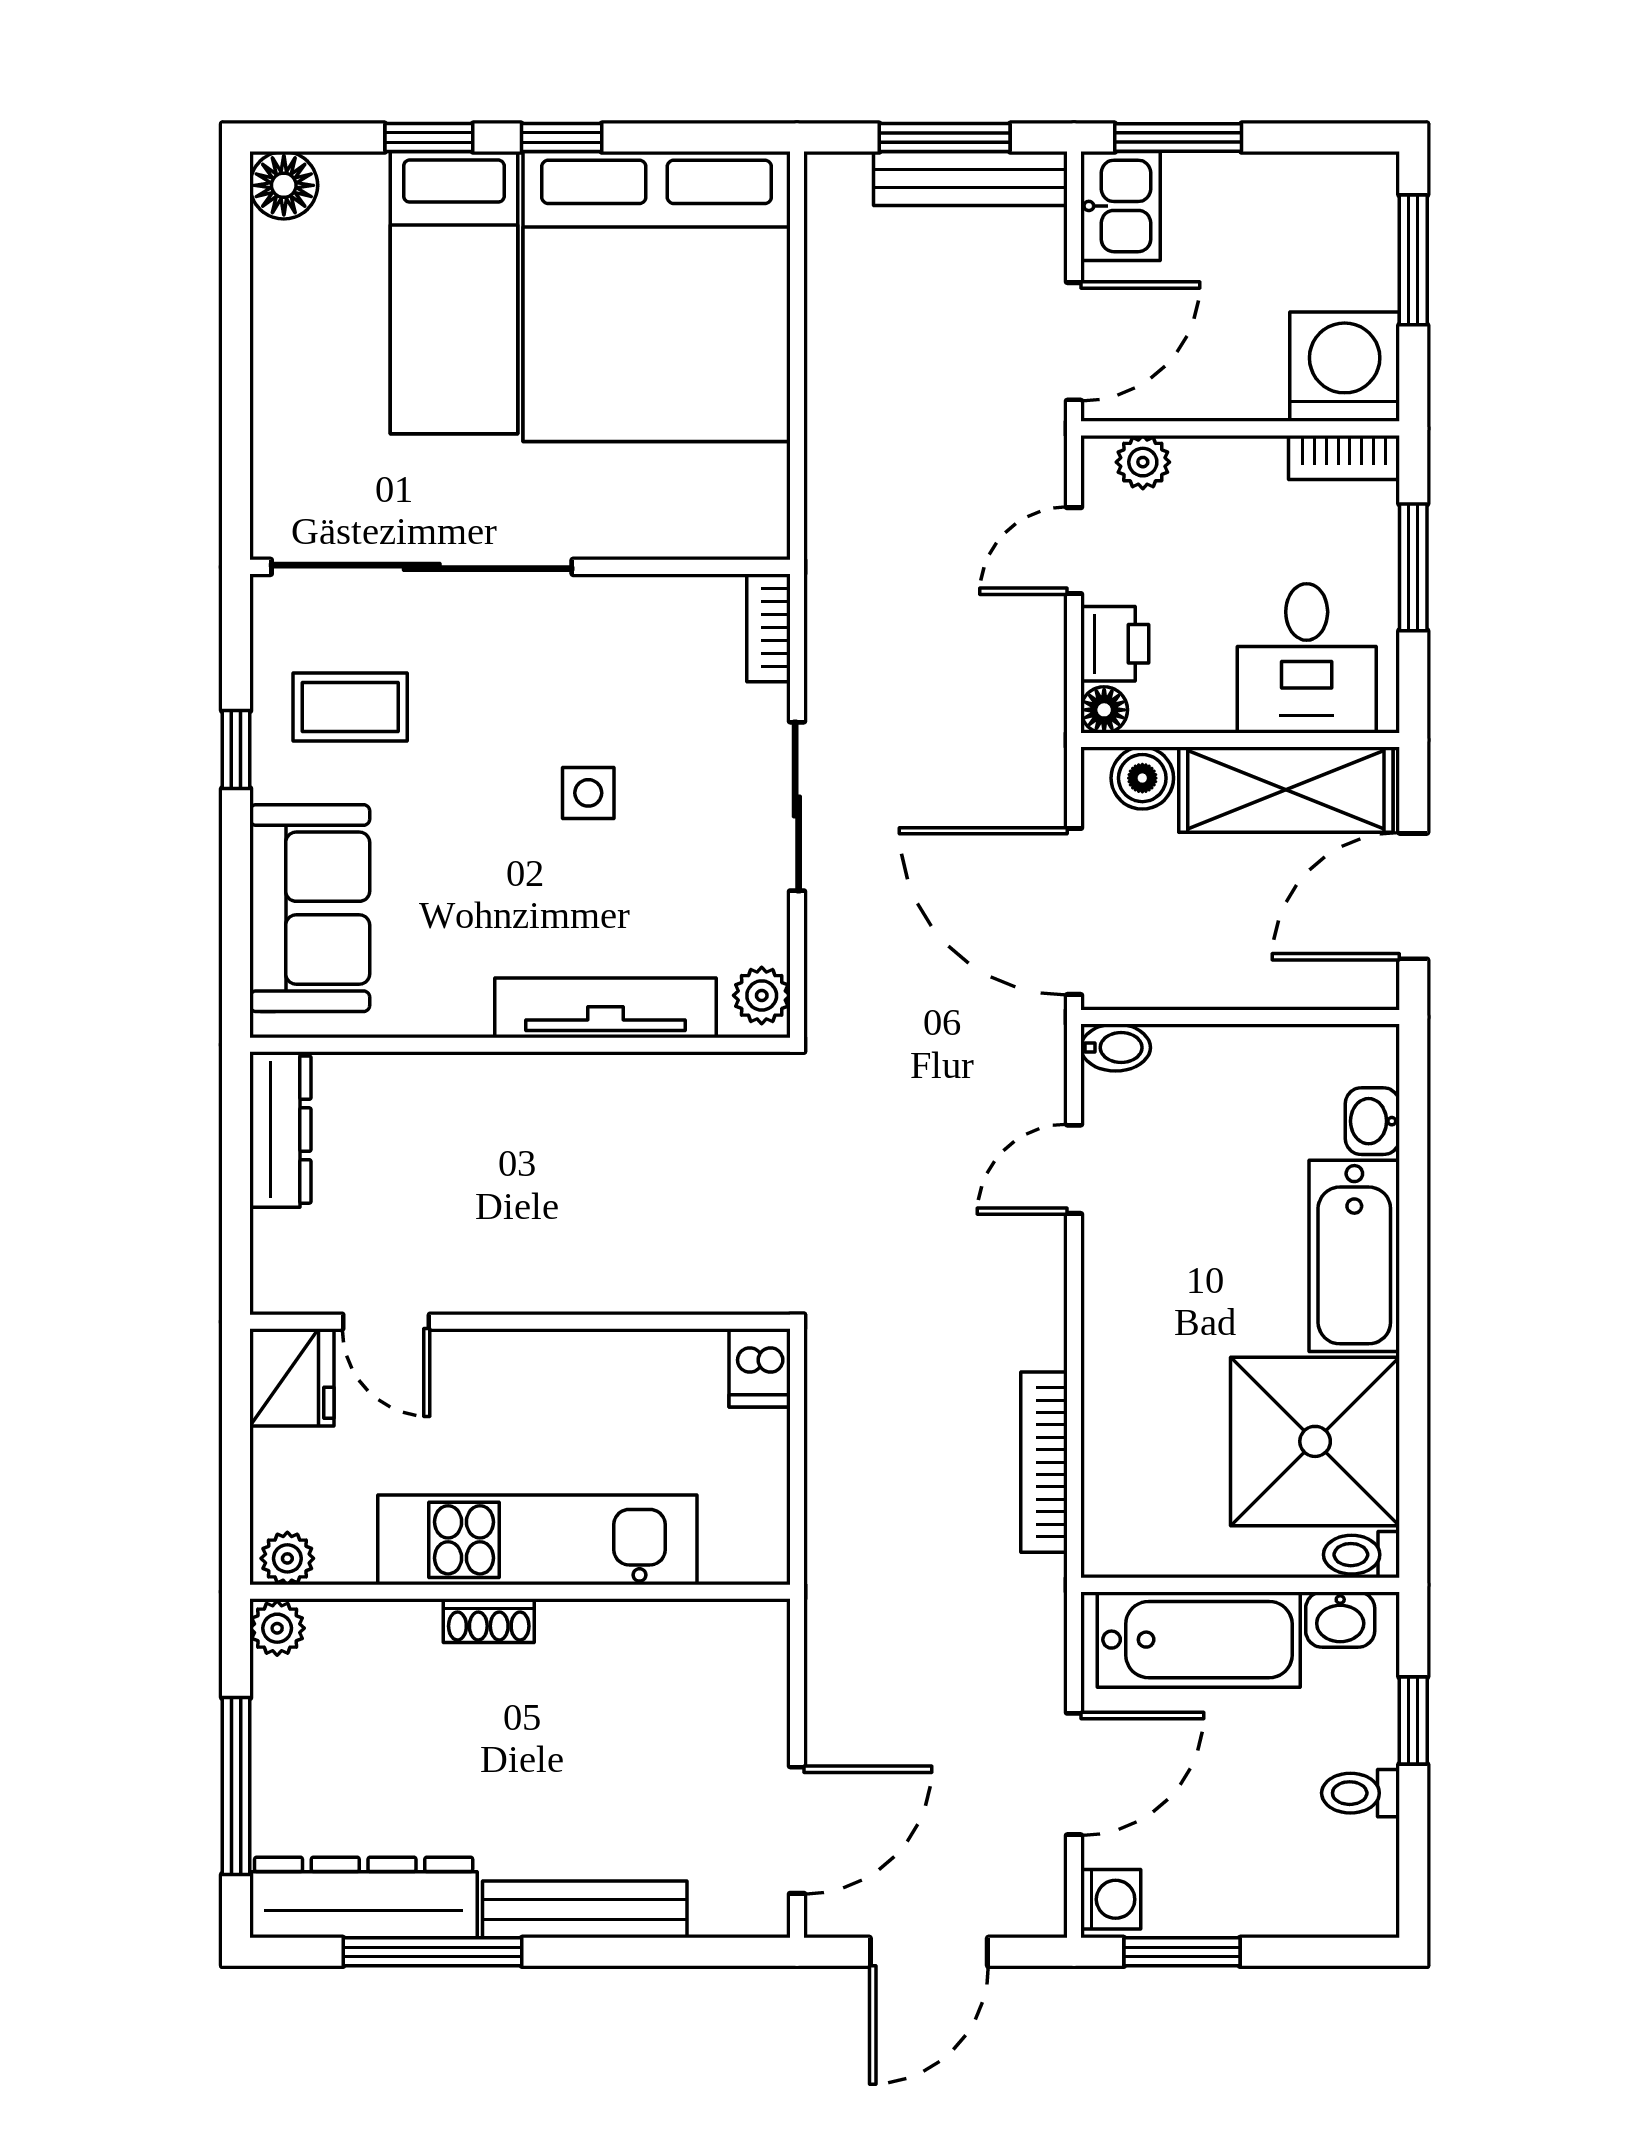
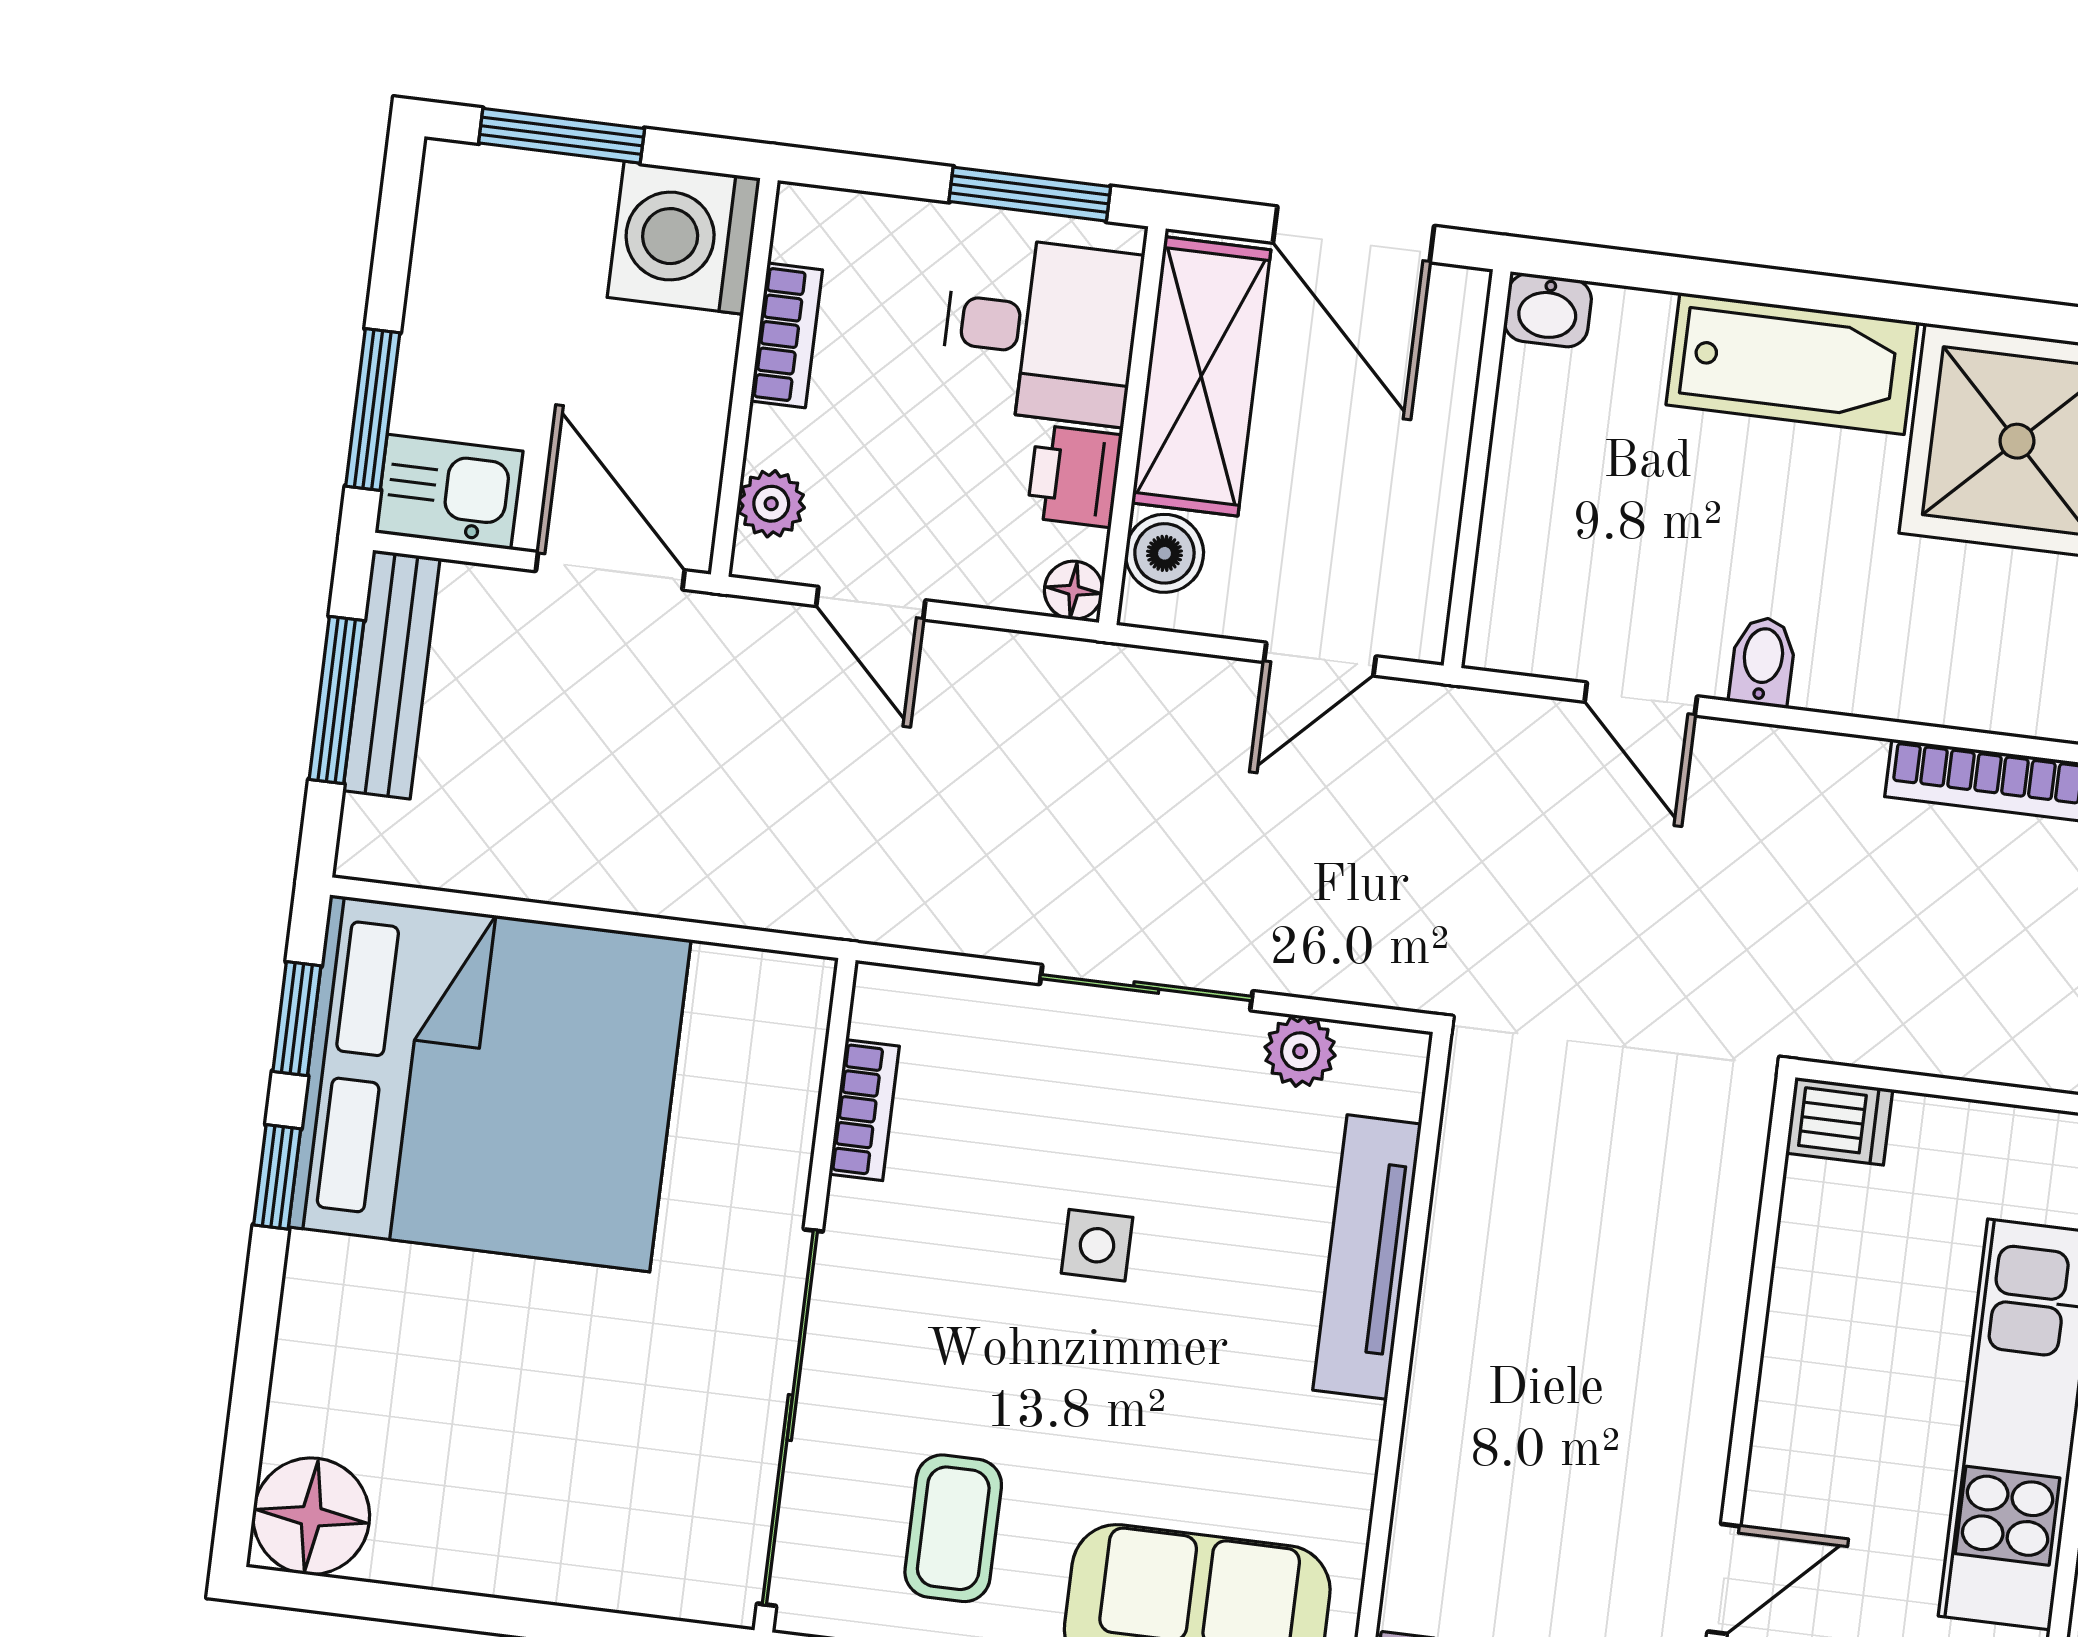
window: (429, 138) -> (297, 1019), moved
floor lamp: (284, 185) -> (311, 1516), width x1.38, depth x1.38
bed: (454, 293) -> (453, 1335), removed
bookcase: (1344, 457) -> (786, 335), moved
window: (1413, 567) -> (1030, 194), moved
bookcase: (768, 628) -> (864, 1110), moved, turned -90
printer: (1115, 644) -> (1074, 476), moved, turned -90
door: (1074, 911) -> (1320, 659), width x0.53
plant: (762, 995) -> (1300, 1051), moved
bidet: (1116, 1048) -> (1763, 662), moved
washbasin: (1372, 1121) -> (1548, 310), moved

